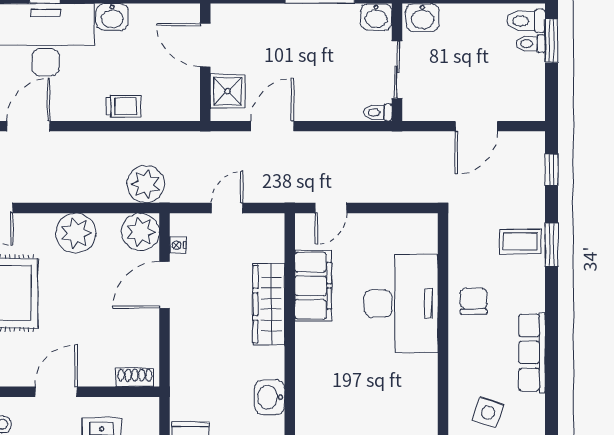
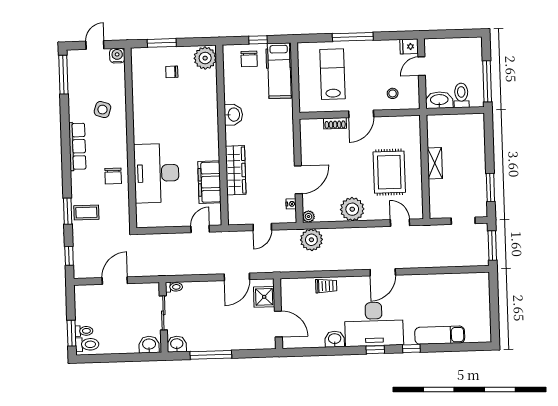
trolley: (123, 106) -> (326, 286), turned 180
plant: (141, 232) -> (309, 217), width x0.53, depth x0.53
shoe rack: (135, 378) -> (335, 123), moved

